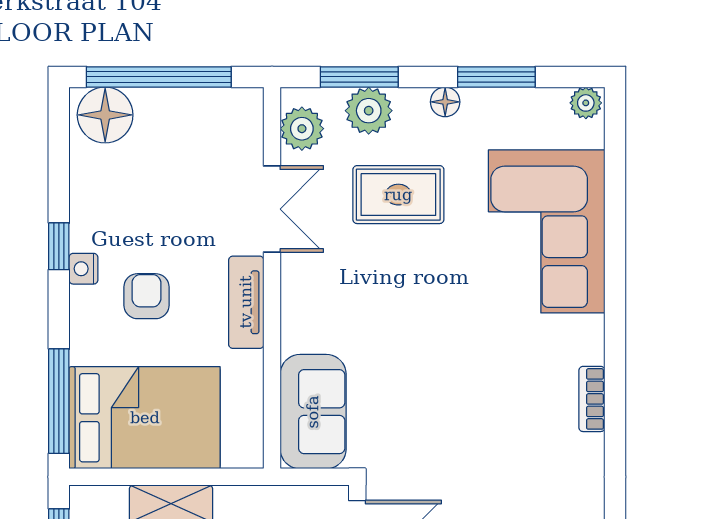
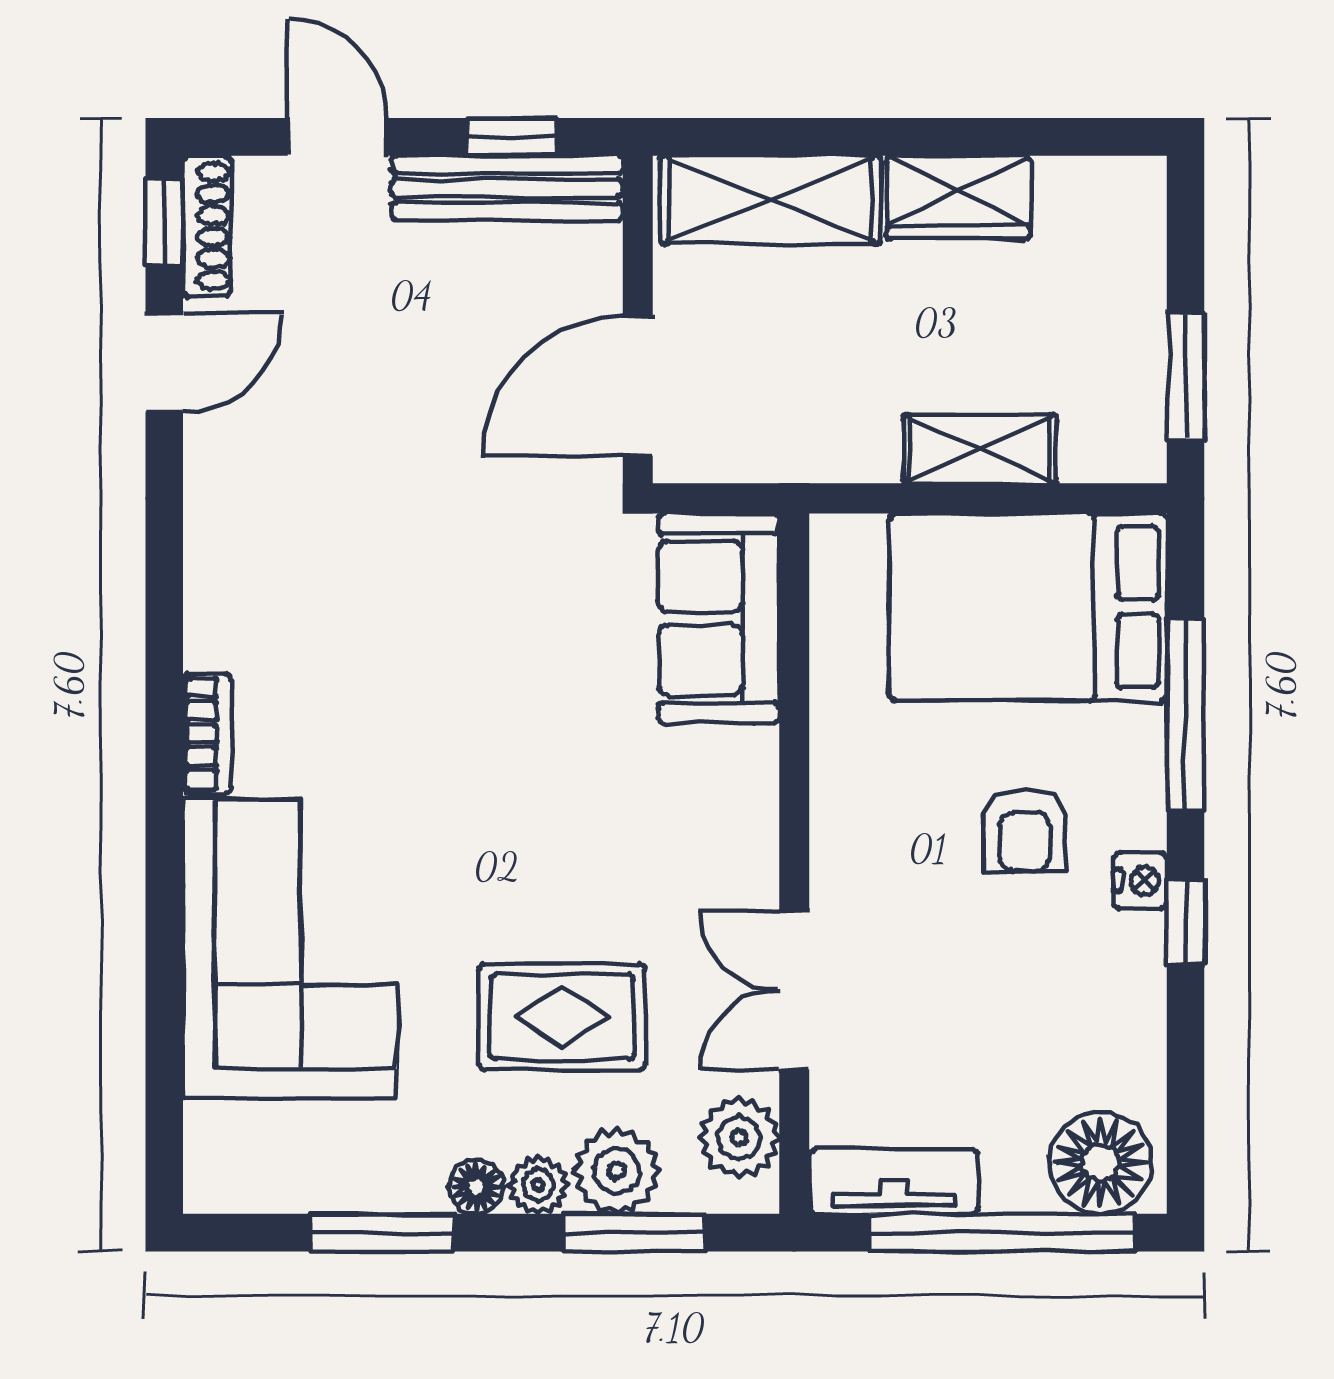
plant: (586, 103) -> (538, 1185), moved
tv unit: (246, 302) -> (894, 1182), moved, turned -90
bookcase: (592, 399) -> (207, 734), moved
window: (59, 401) -> (1186, 715), moved

